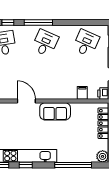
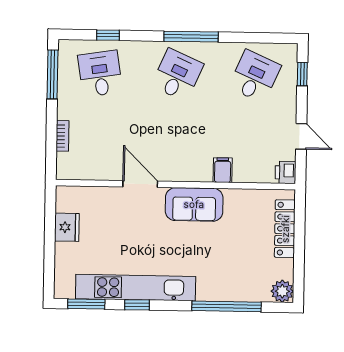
window: (38, 23) -> (191, 37), moved
filing cabinet: (82, 93) -> (223, 170), moved

